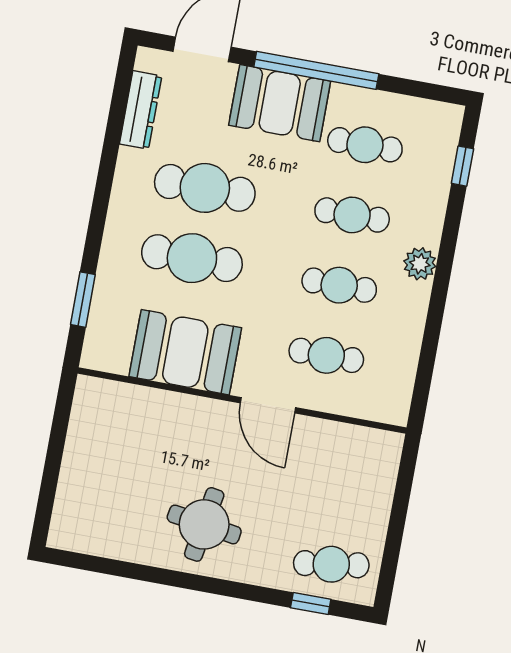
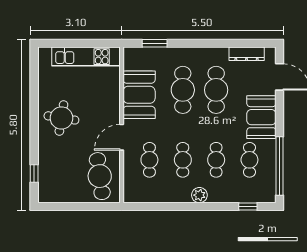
window: (316, 70) -> (280, 166), moved
kitchen unit: (84, 449) -> (86, 57), added
cafe table: (331, 564) -> (100, 176), moved, width x1.37, depth x1.35

